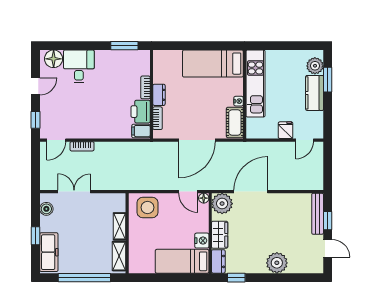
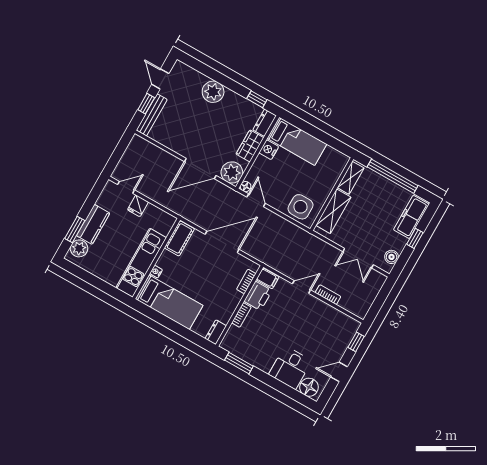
dresser: (159, 95) -> (216, 332), moved
nightstand: (239, 101) -> (156, 272), moved
door: (56, 140) -> (302, 287), moved
shelving: (120, 226) -> (333, 211), width x1.50, depth x1.33

